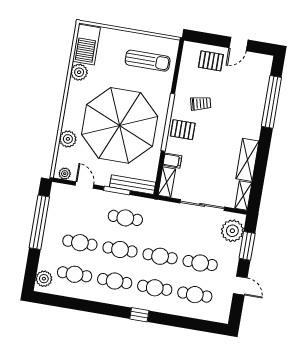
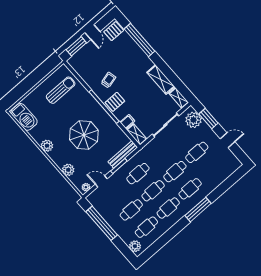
window: (209, 39) -> (76, 46), added
pallet: (211, 61) -> (114, 31), moved
plant: (79, 72) -> (47, 146), moved
parasol: (120, 125) -> (84, 135), width x0.54, depth x0.54
cafe table: (195, 295) -> (212, 170), removed
window: (139, 315) -> (198, 210), width x2.17

